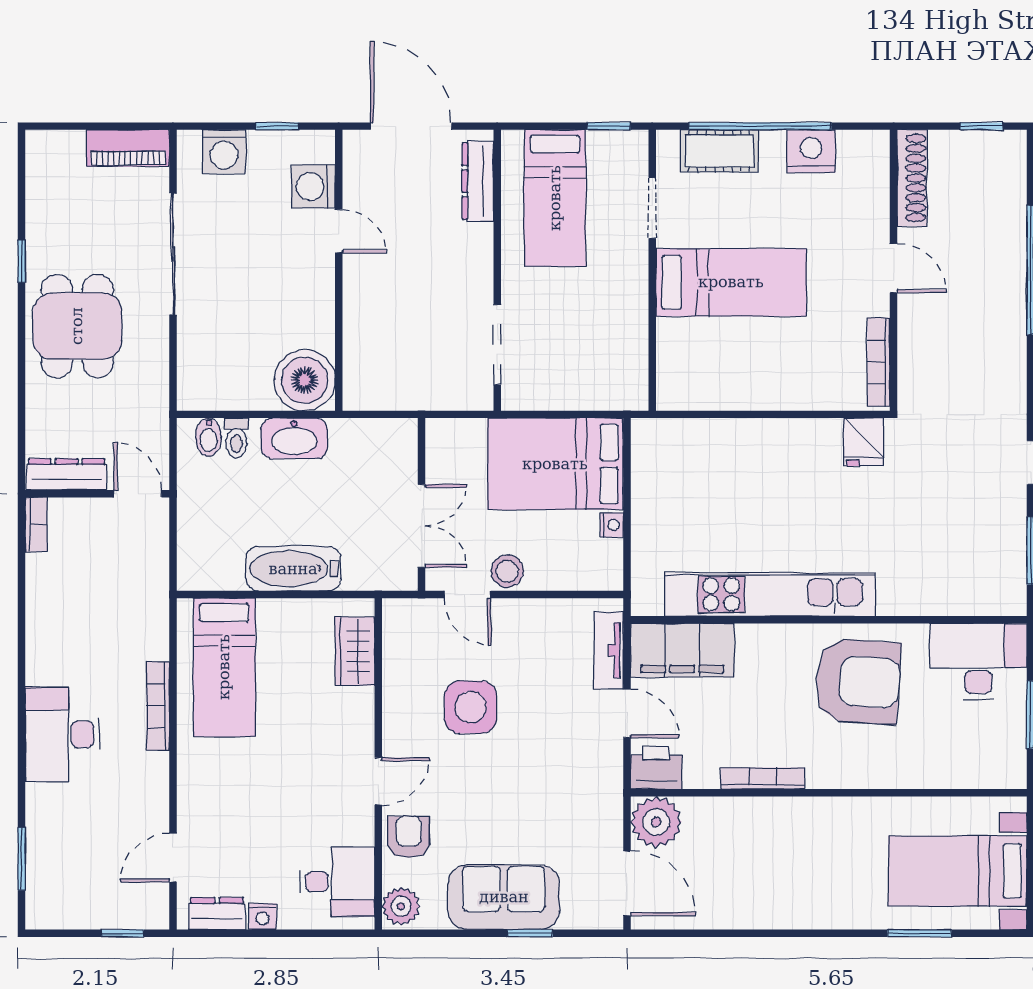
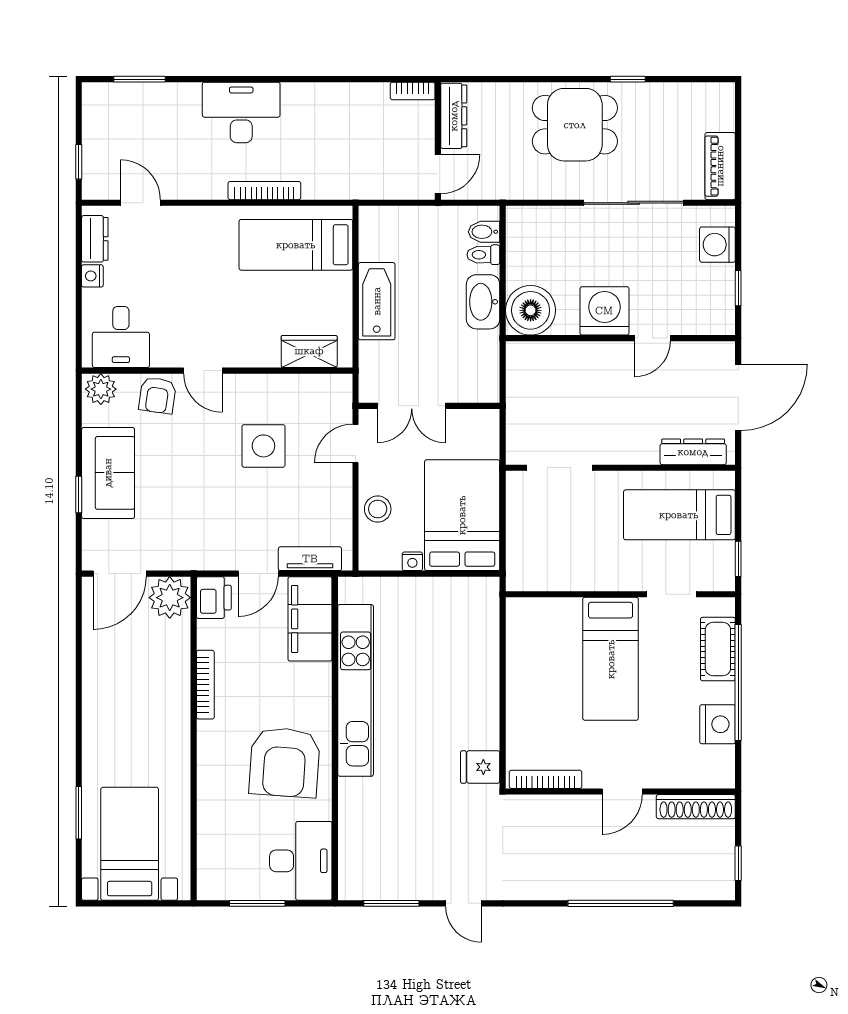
washing machine: (313, 186) -> (604, 311), moved, width x1.37, depth x1.37
stool: (507, 571) -> (378, 509), moved
armchair: (409, 837) -> (157, 395), turned 98

